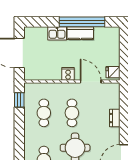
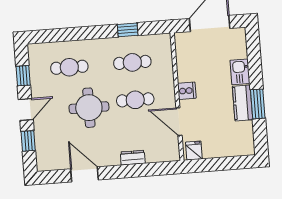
window: (82, 22) -> (258, 104), width x0.47
door: (91, 82) -> (179, 122), swing flipped
window: (19, 100) -> (128, 30), moved

